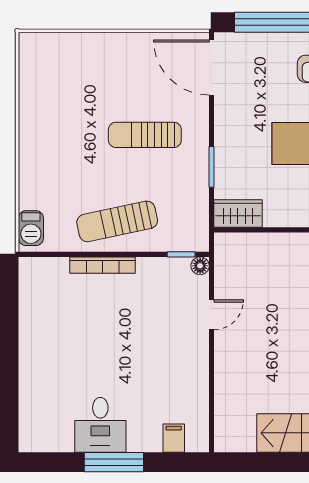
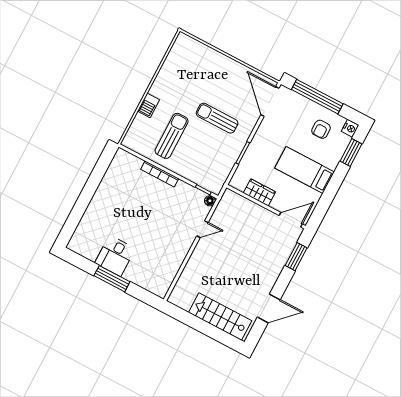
wardrobe: (238, 214) -> (259, 192), moved
sun lounger: (117, 221) -> (172, 136), moved, turned 102
barbecue: (31, 228) -> (149, 105), moved
filing cabinet: (174, 438) -> (149, 283), removed

